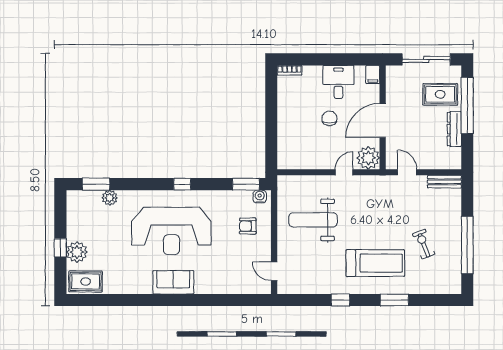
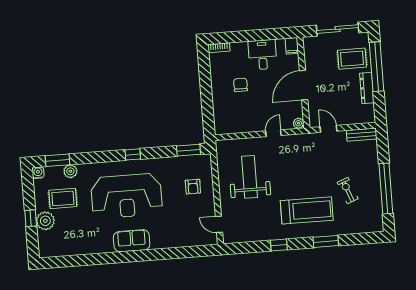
chair: (329, 118) -> (240, 85), moved
plant: (368, 158) -> (298, 123), width x0.53, depth x0.53
water cooler: (260, 197) -> (38, 173), moved
weight bench: (313, 220) -> (249, 177), turned 90
armchair: (248, 226) -> (193, 187), turned -90
rug: (86, 281) -> (63, 198), moved

